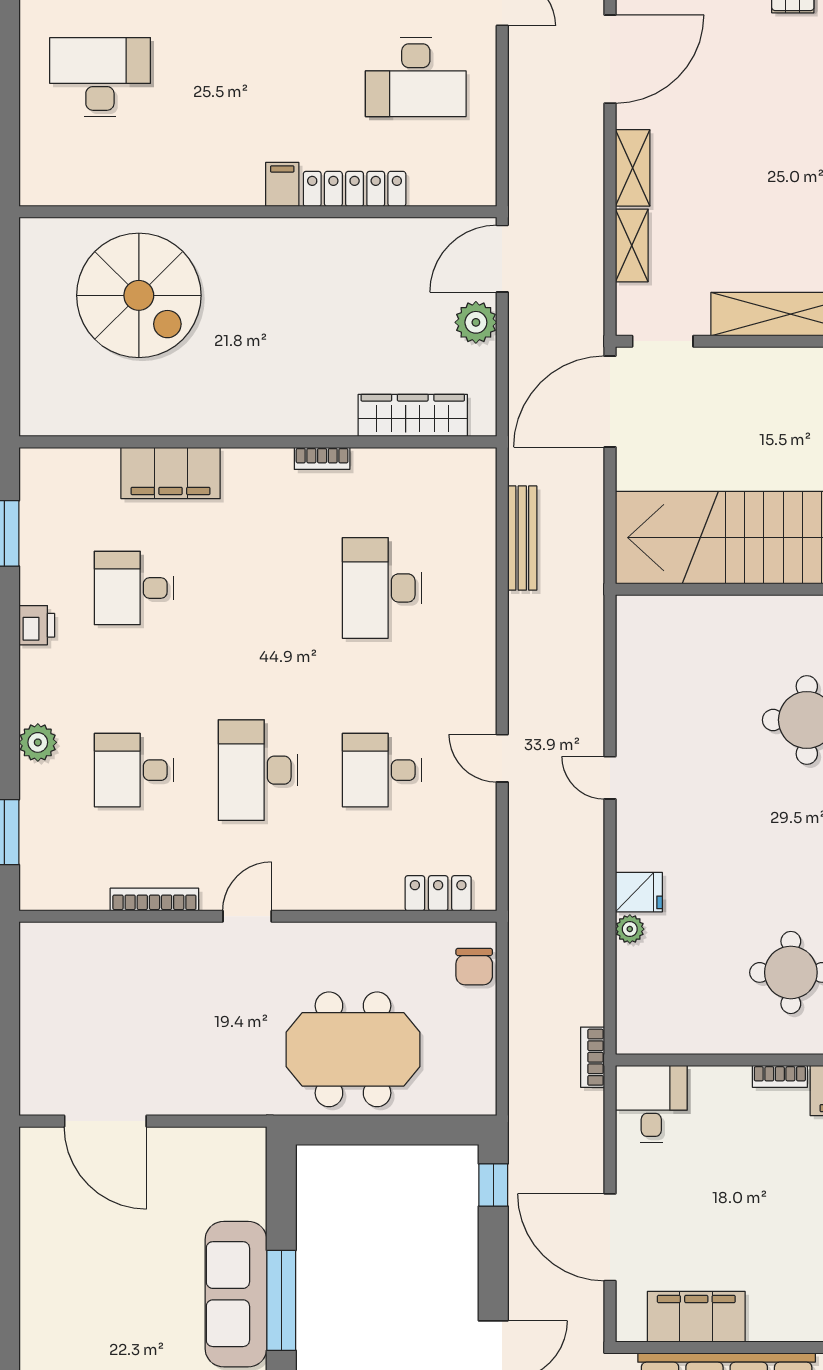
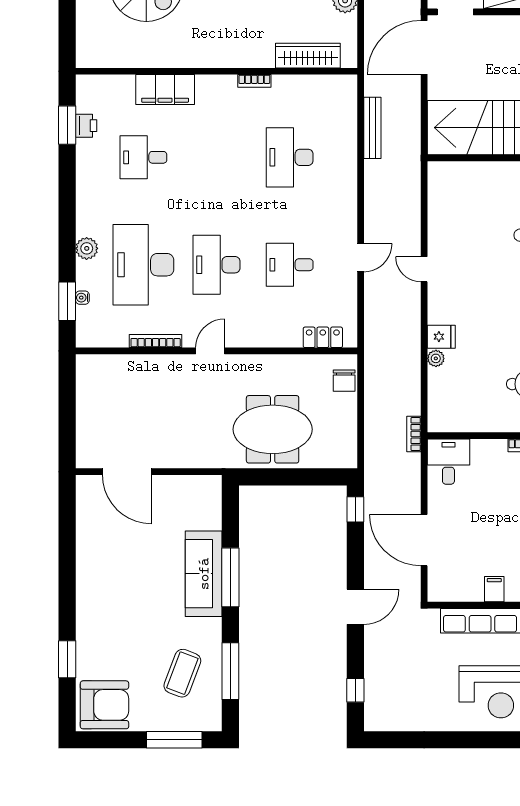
printer: (37, 625) -> (86, 126), moved
door: (502, 758) -> (361, 258), swing flipped
desk: (134, 770) -> (143, 265), width x1.87, depth x1.30
water cooler: (30, 826) -> (82, 298), added
filing cabinet: (696, 1317) -> (494, 589), width x0.33, depth x0.86

